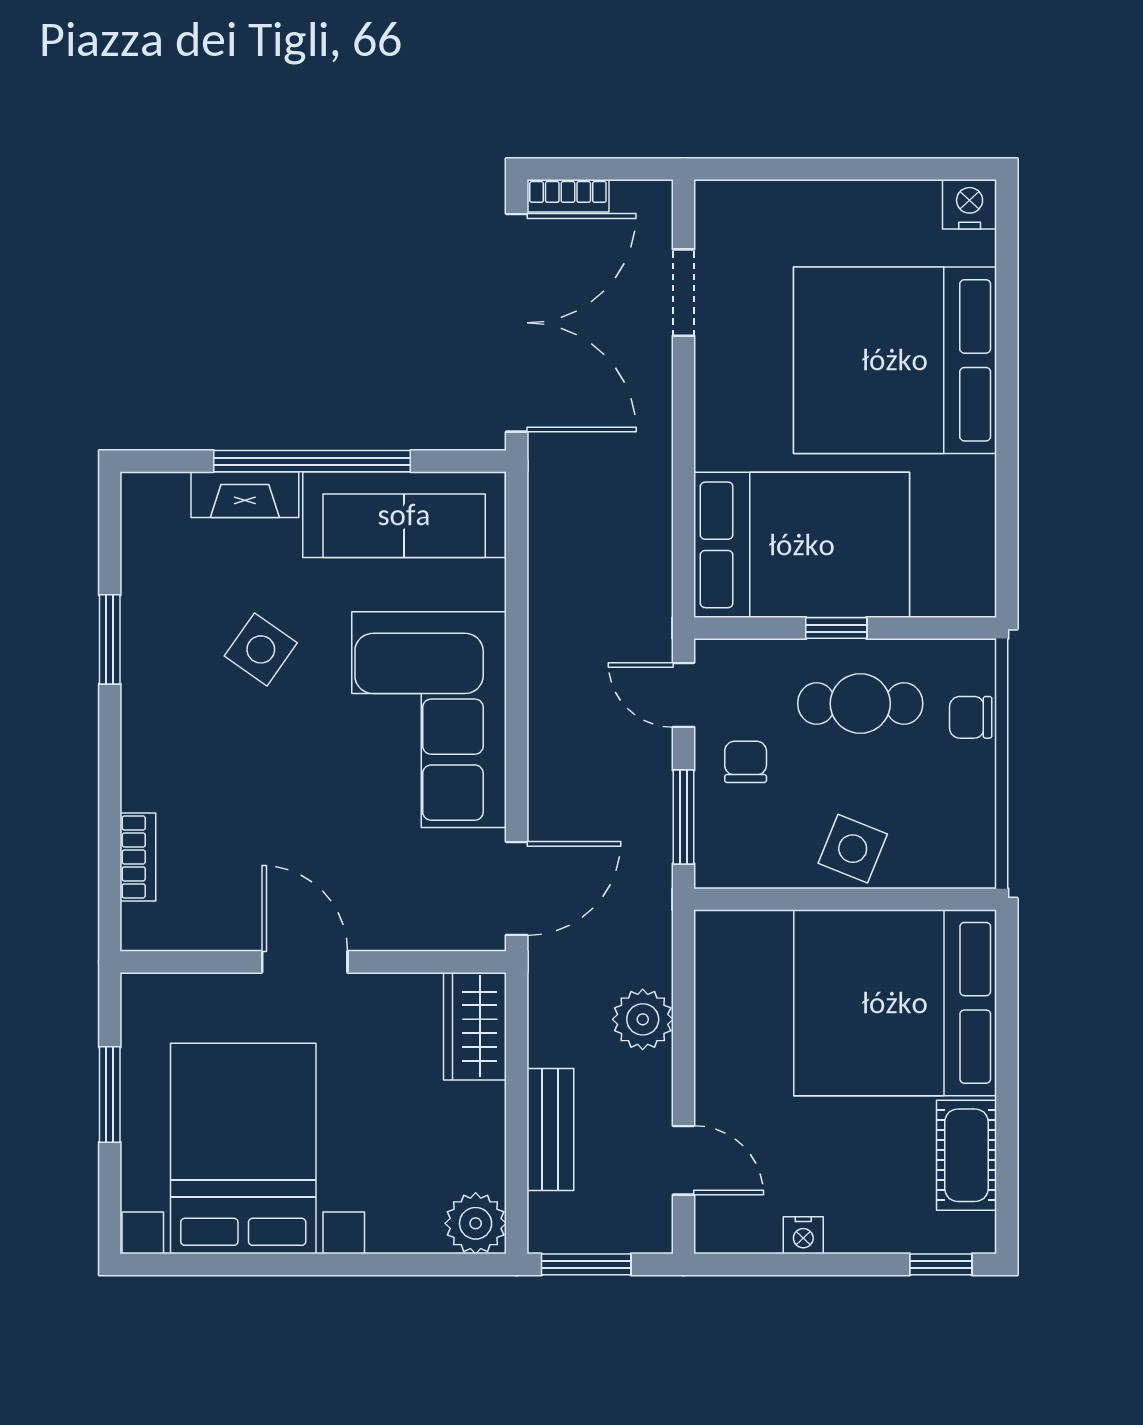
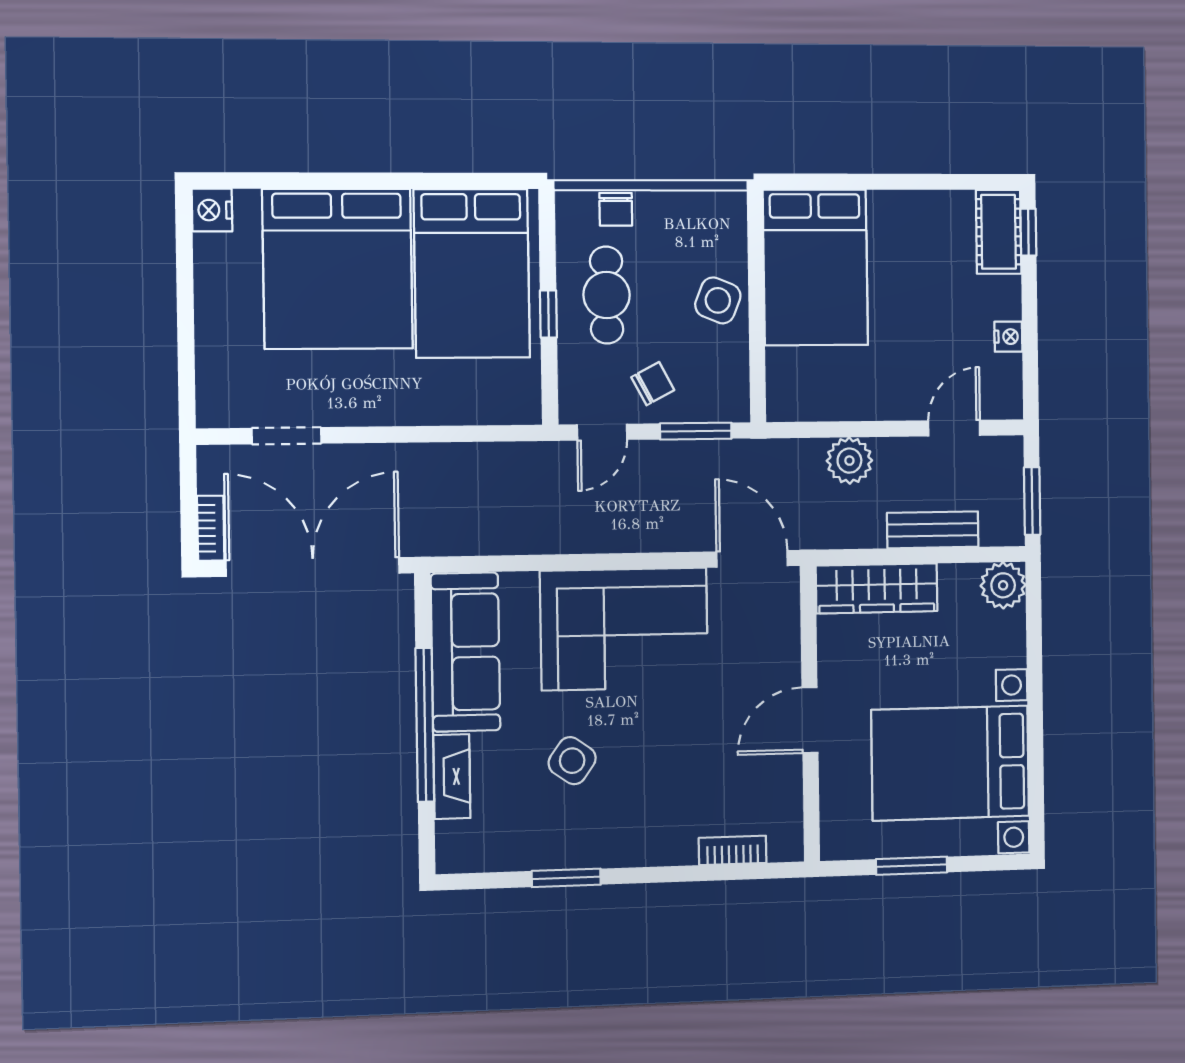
bed: (802, 545) -> (472, 273), moved, turned 180
chair: (746, 762) -> (653, 384), turned 152
bed: (895, 1003) -> (815, 267), width x0.73
wardrobe: (475, 1026) -> (877, 588), width x1.50
cot: (966, 1155) -> (999, 232), moved, turned 90

